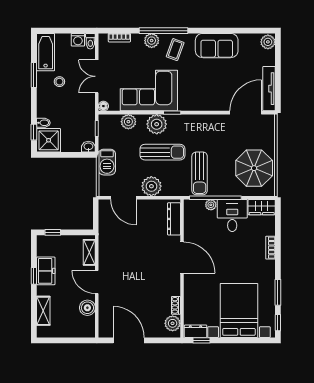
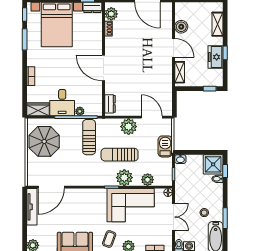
dresser: (174, 219) -> (110, 104), width x0.70

